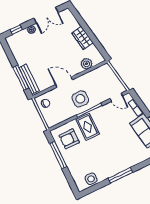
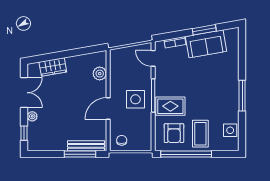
wardrobe: (83, 38) -> (53, 67), moved
door: (116, 97) -> (153, 58), swing flipped
window: (58, 155) -> (186, 154), width x1.46
coffee table: (78, 158) -> (200, 134), added

